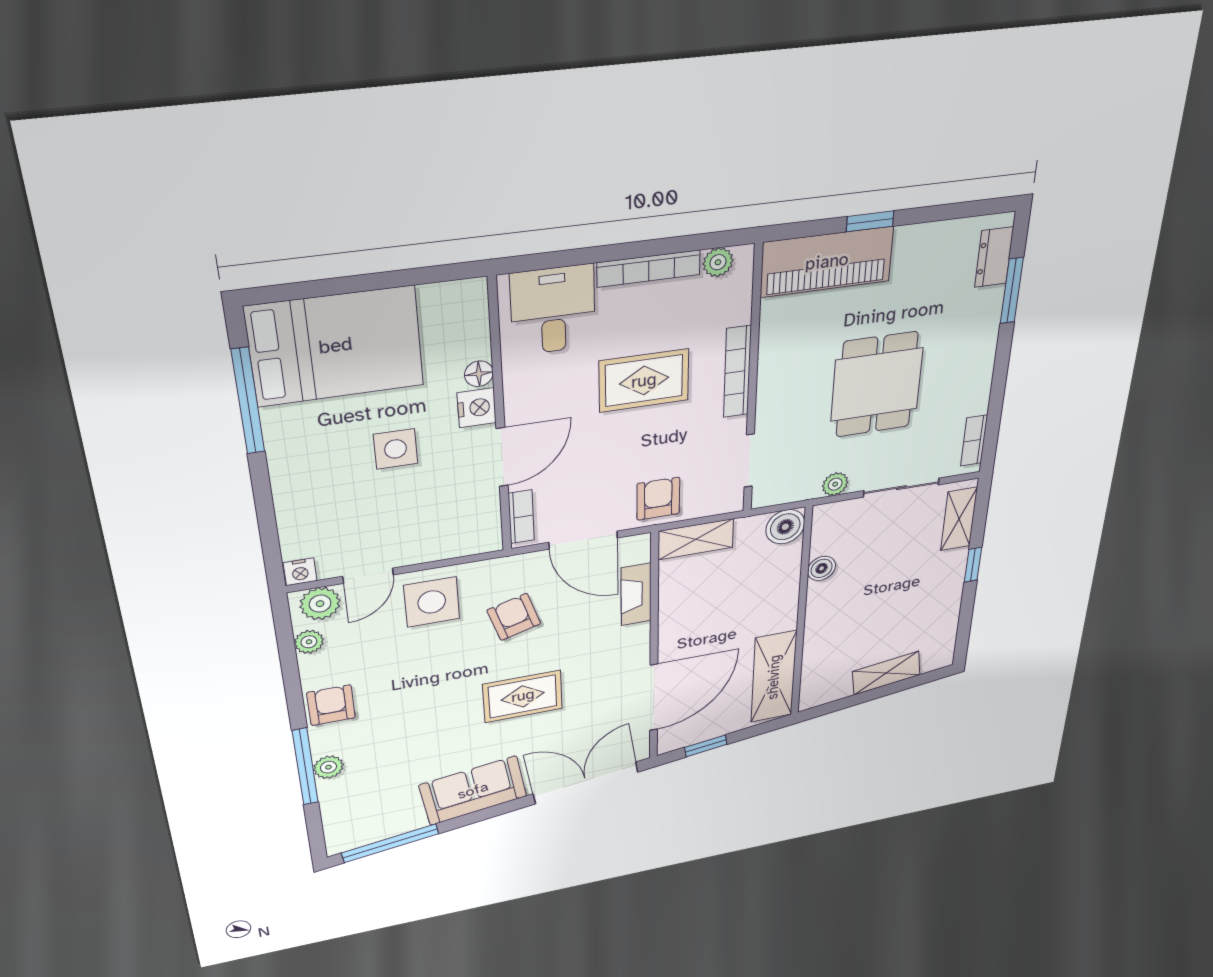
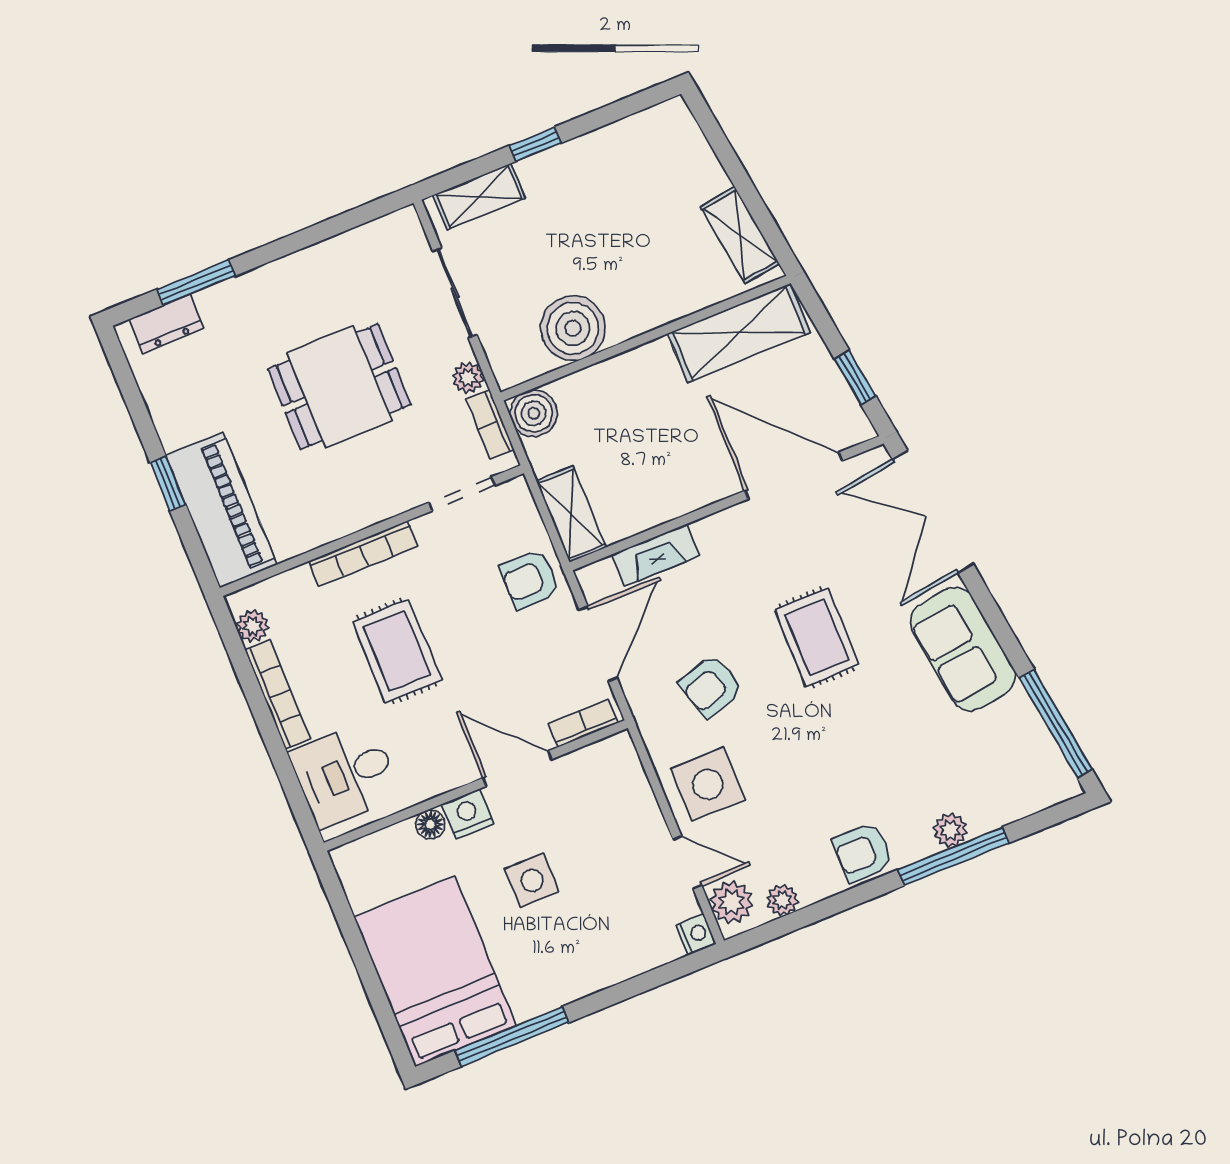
bookcase: (974, 441) -> (490, 424), moved, turned 90
boiler: (822, 568) -> (573, 328), width x1.86, depth x1.86
shelving: (886, 673) -> (740, 235), moved

